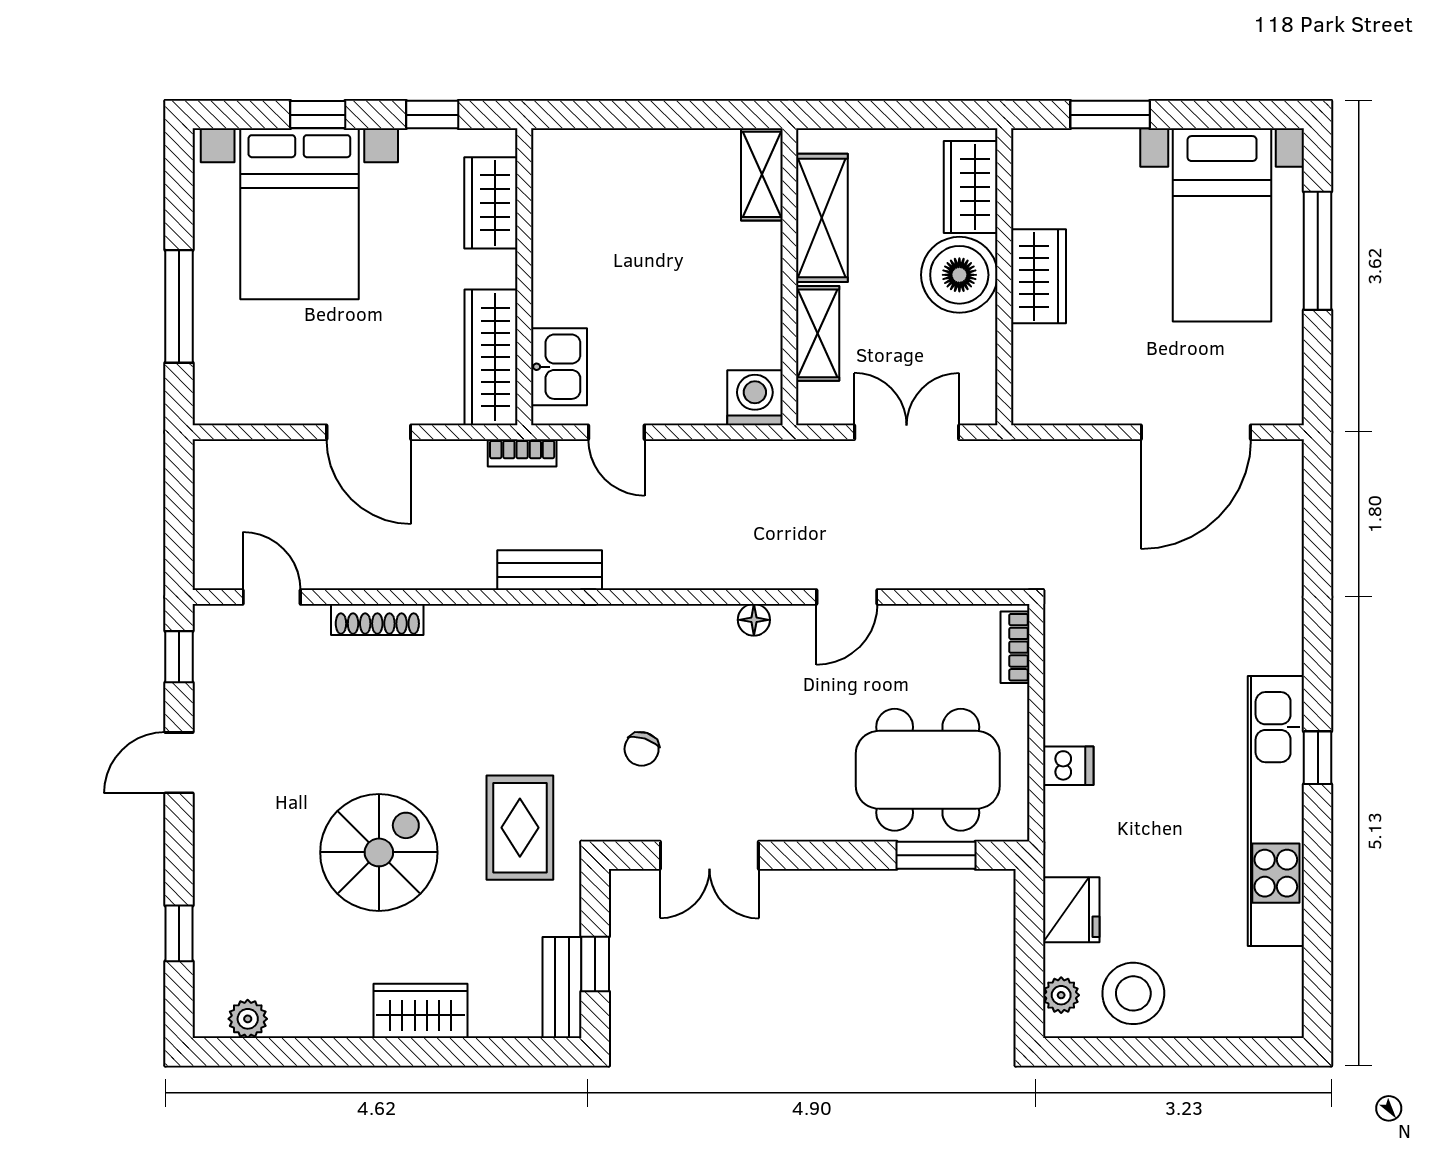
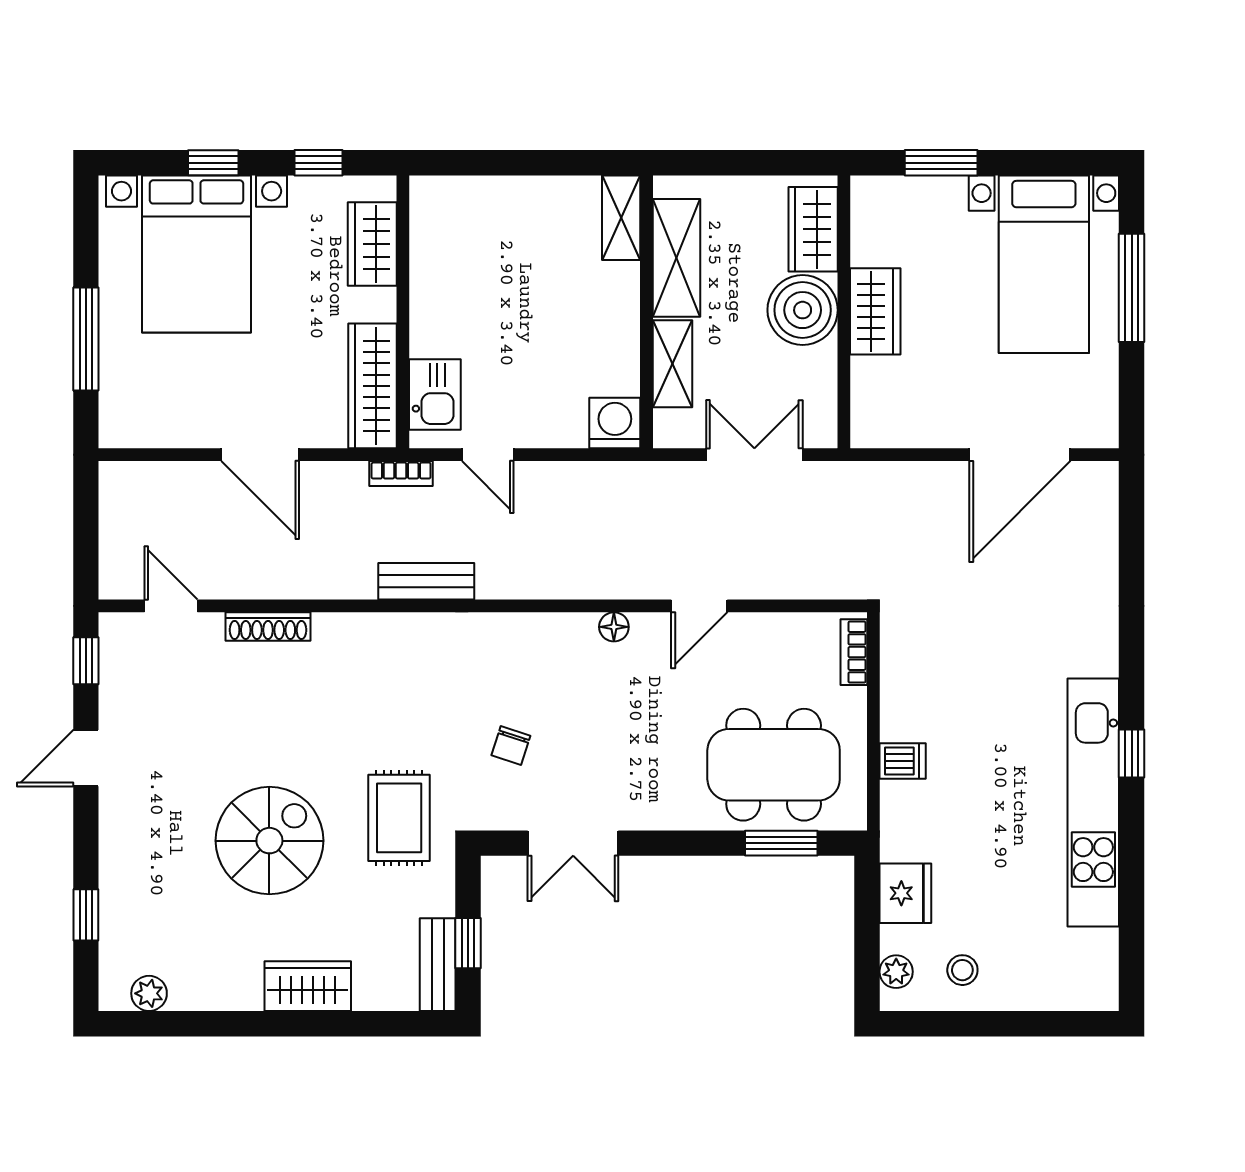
stool: (1133, 993) -> (962, 970), width x0.53, depth x0.53

